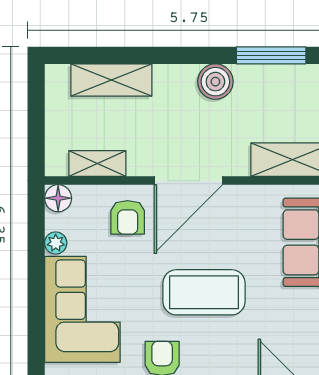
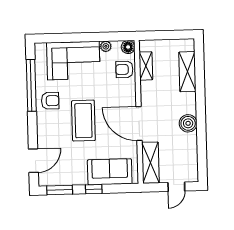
window: (271, 55) -> (202, 151), removed
door: (188, 181) -> (139, 124), moved
armchair: (128, 217) -> (124, 69), moved

